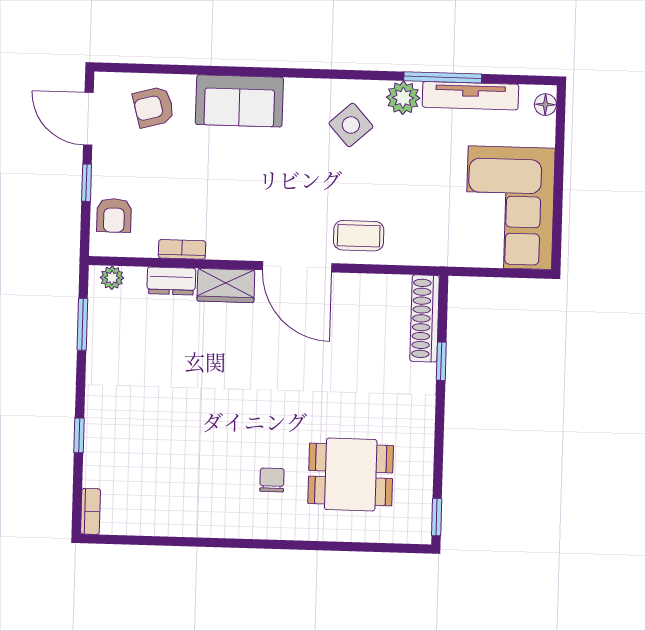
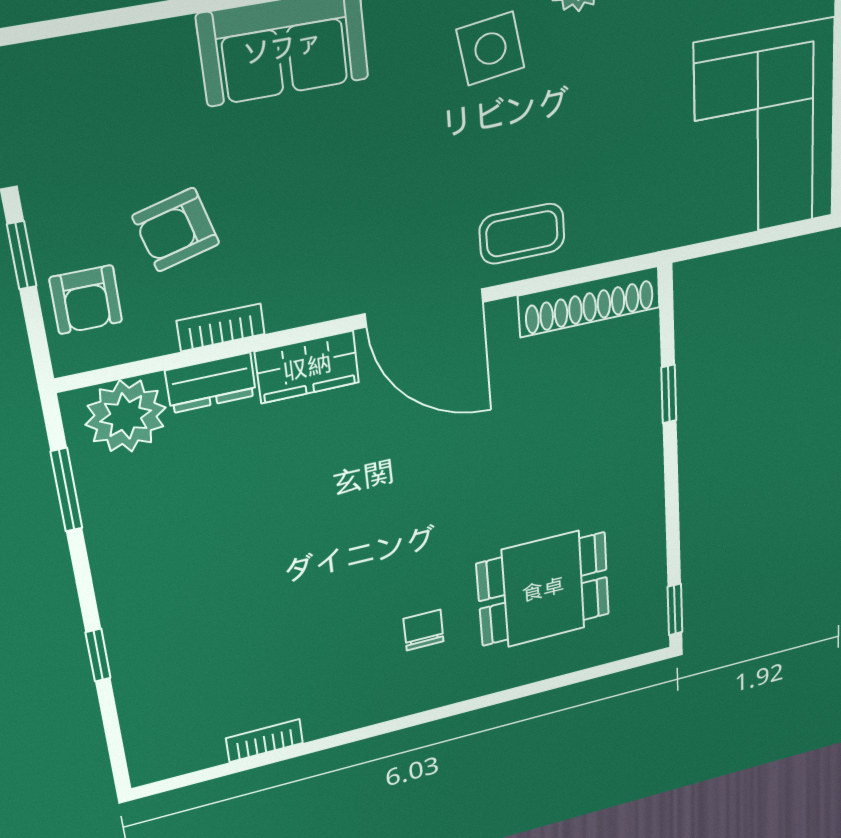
armchair: (154, 107) -> (176, 230), moved
side table: (351, 125) -> (490, 49), turned 34
plant: (112, 278) -> (126, 416), width x1.88, depth x1.88
shoe rack: (425, 318) -> (589, 302), moved, turned -90
bookcase: (91, 511) -> (265, 741), moved, turned -90

